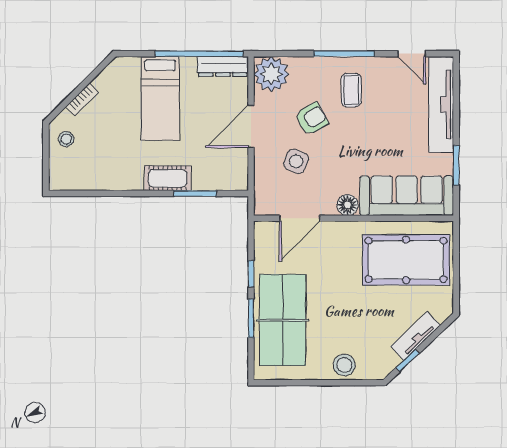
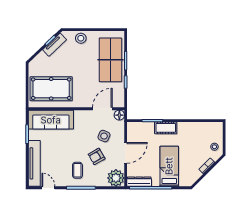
floor lamp: (348, 205) -> (119, 115), moved
tv unit: (415, 336) -> (54, 45), moved

